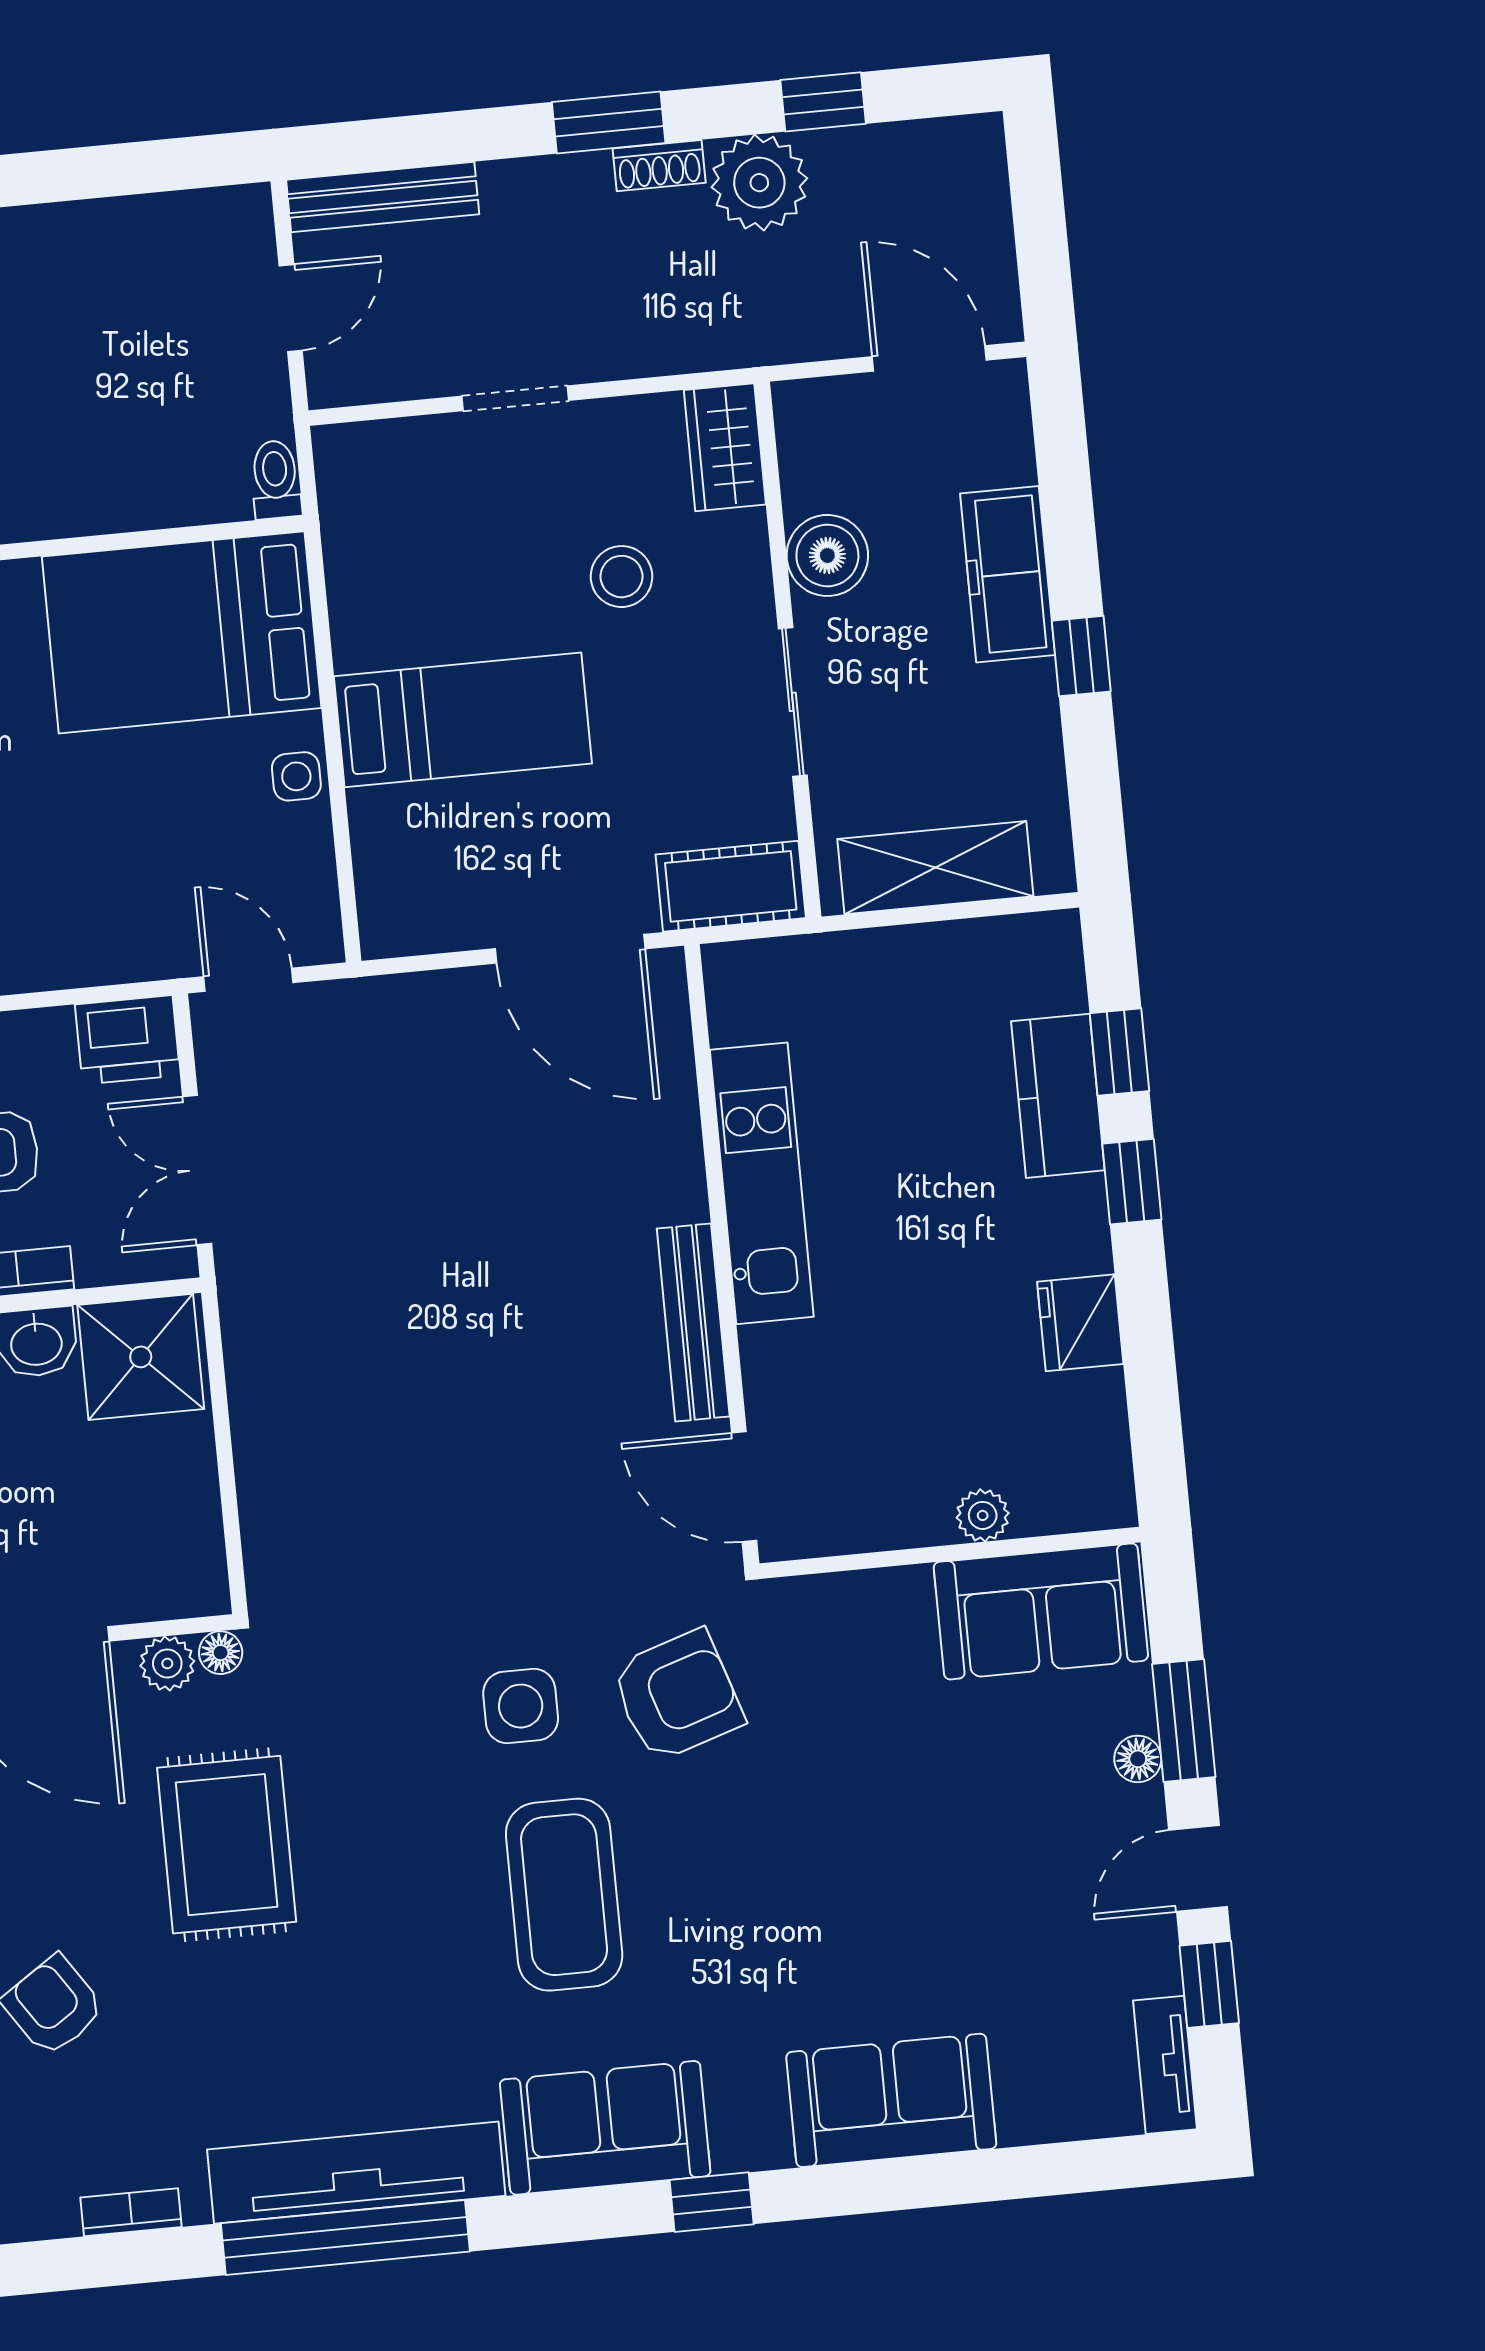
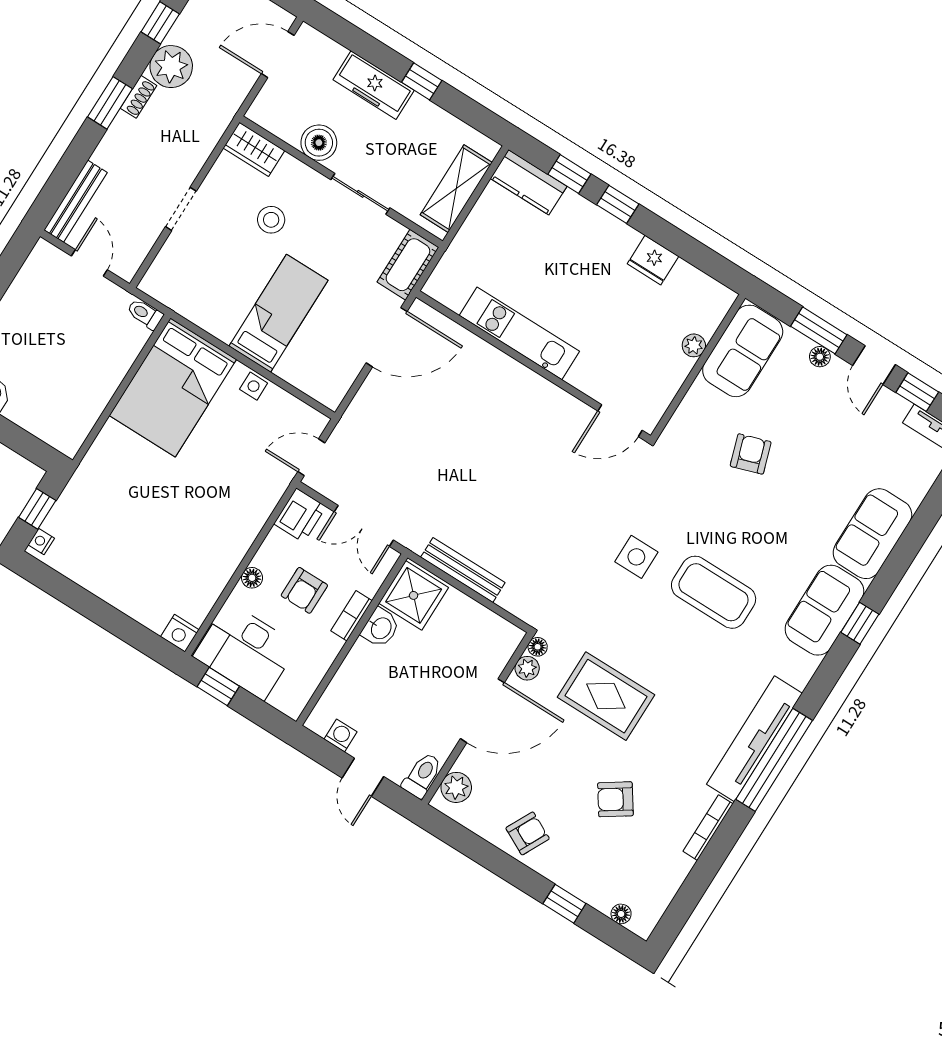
kitchen counter: (1058, 1096) -> (529, 182), moved
bench: (693, 1323) -> (463, 570), moved
armchair: (677, 1696) -> (751, 454), moved, width x0.72, depth x0.72
sofa: (605, 2128) -> (824, 610), moved
bookcase: (131, 2212) -> (708, 828), width x1.56

